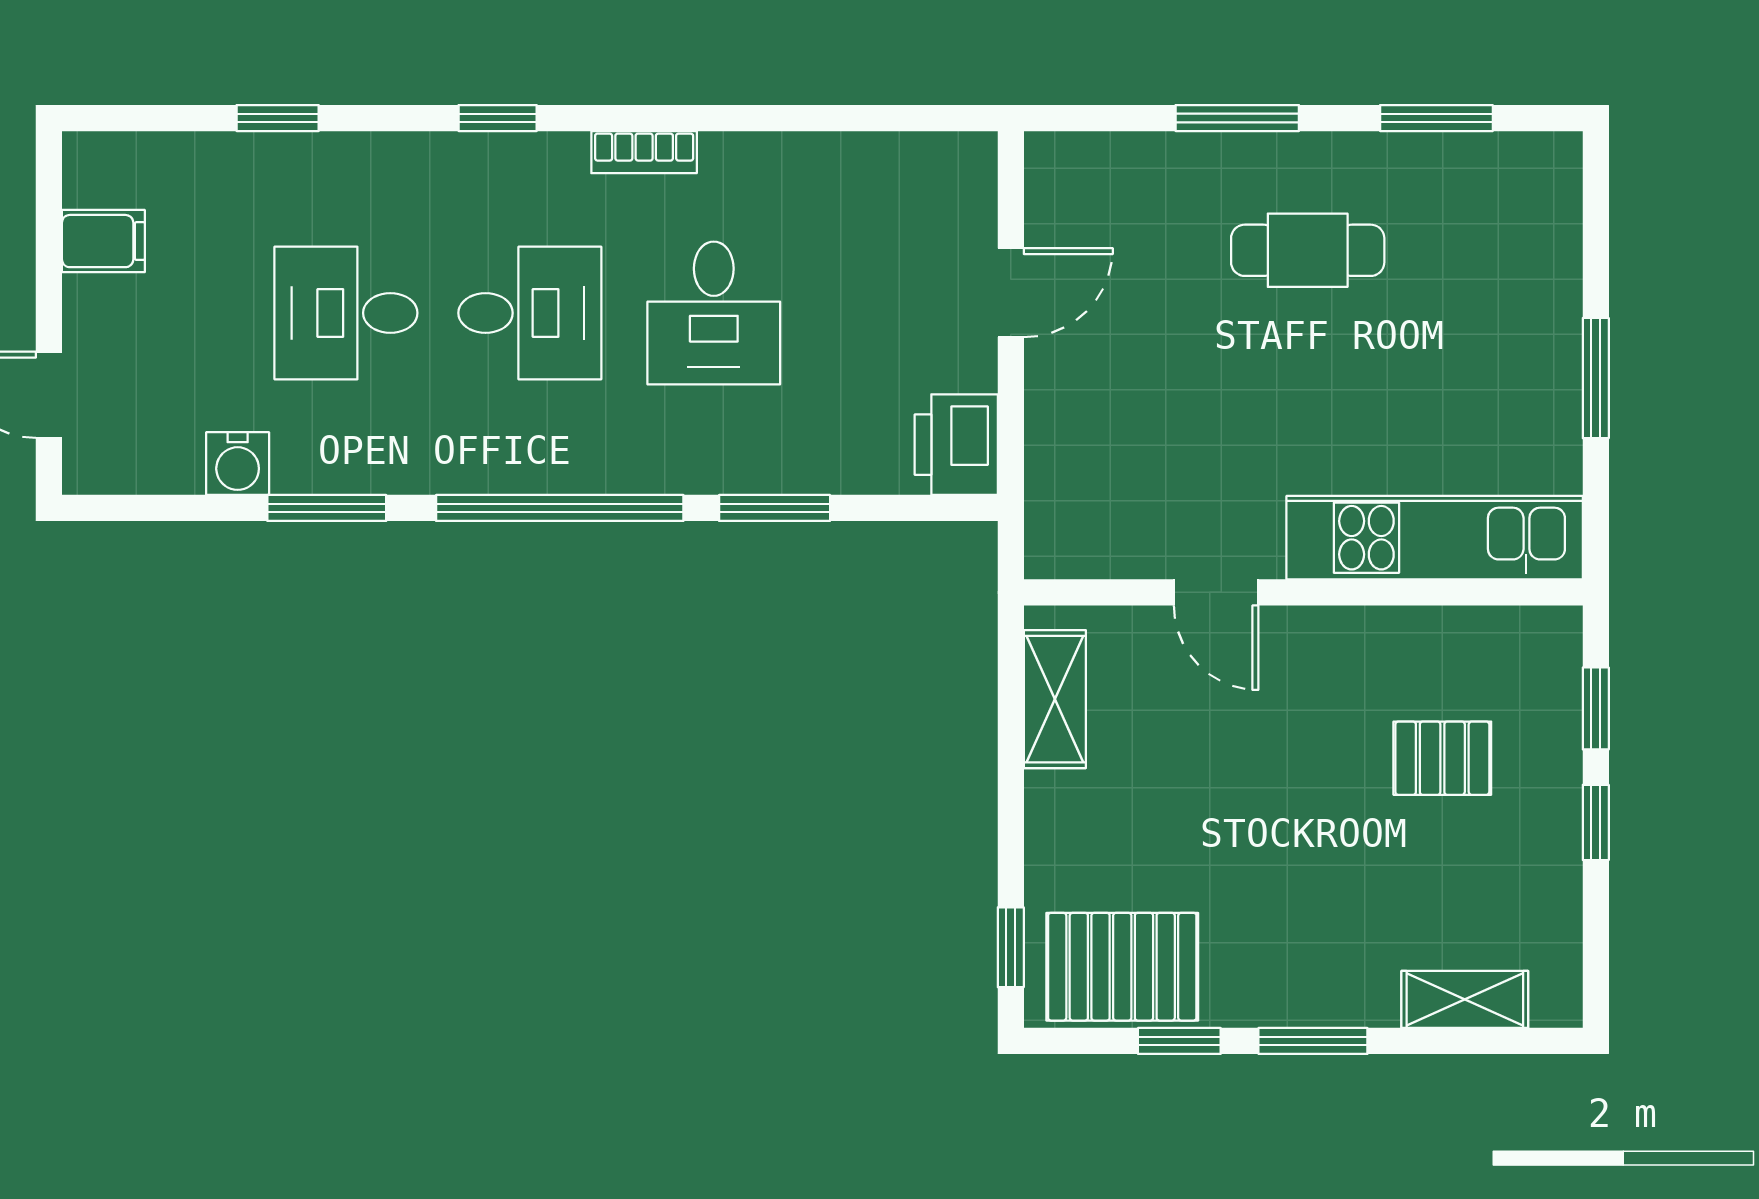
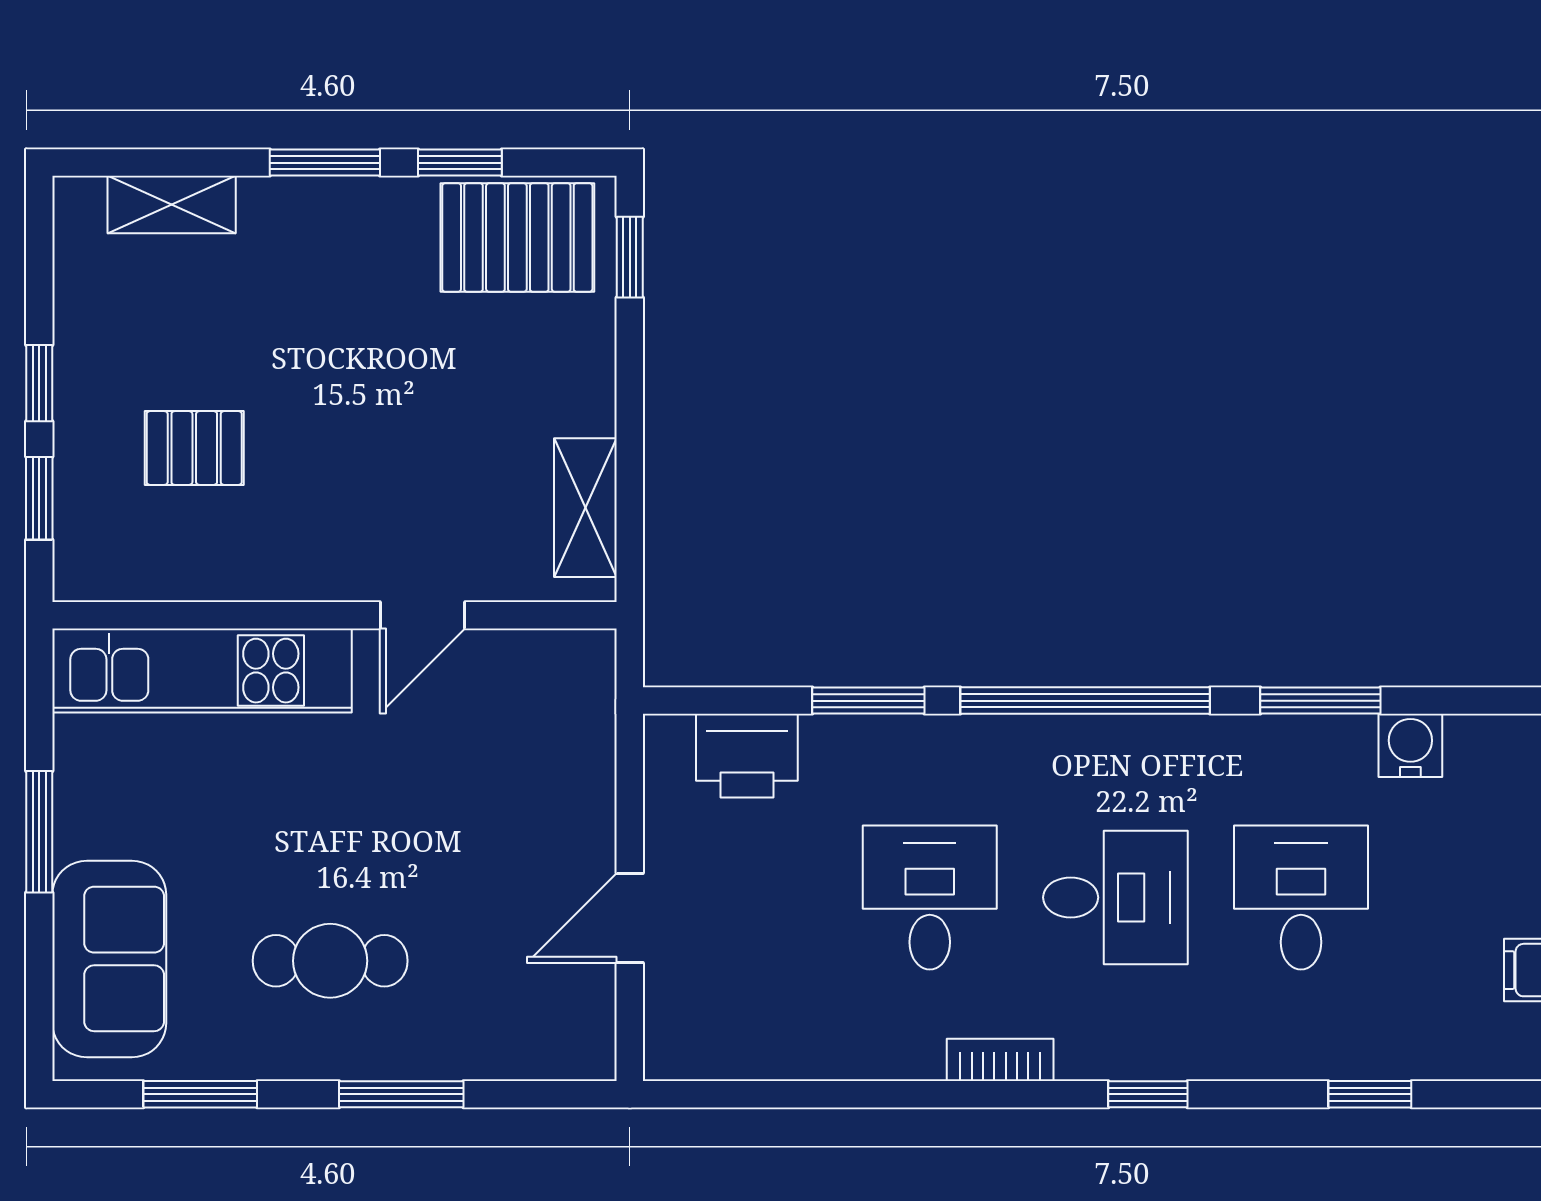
sofa: (1526, 252) -> (109, 959), added
desk: (346, 313) -> (1301, 897), turned -90
desk: (530, 313) -> (1115, 897), turned 180
printer: (956, 445) -> (747, 756), moved, turned 90
door: (1216, 592) -> (423, 615), swing flipped

